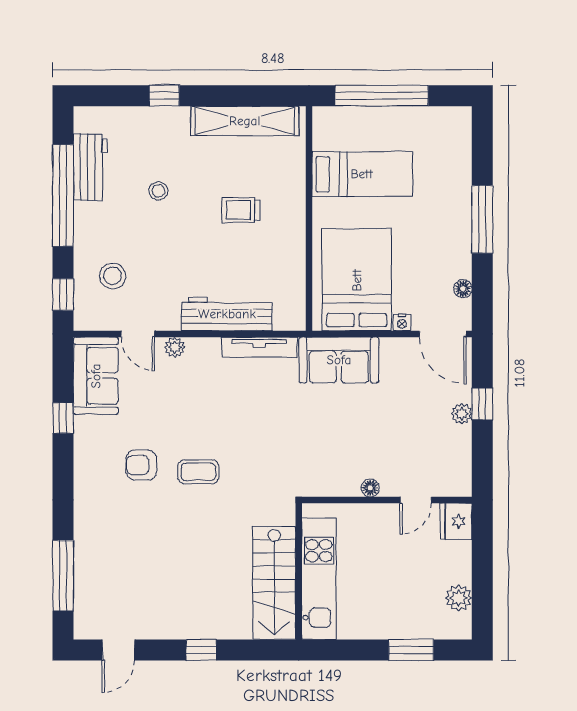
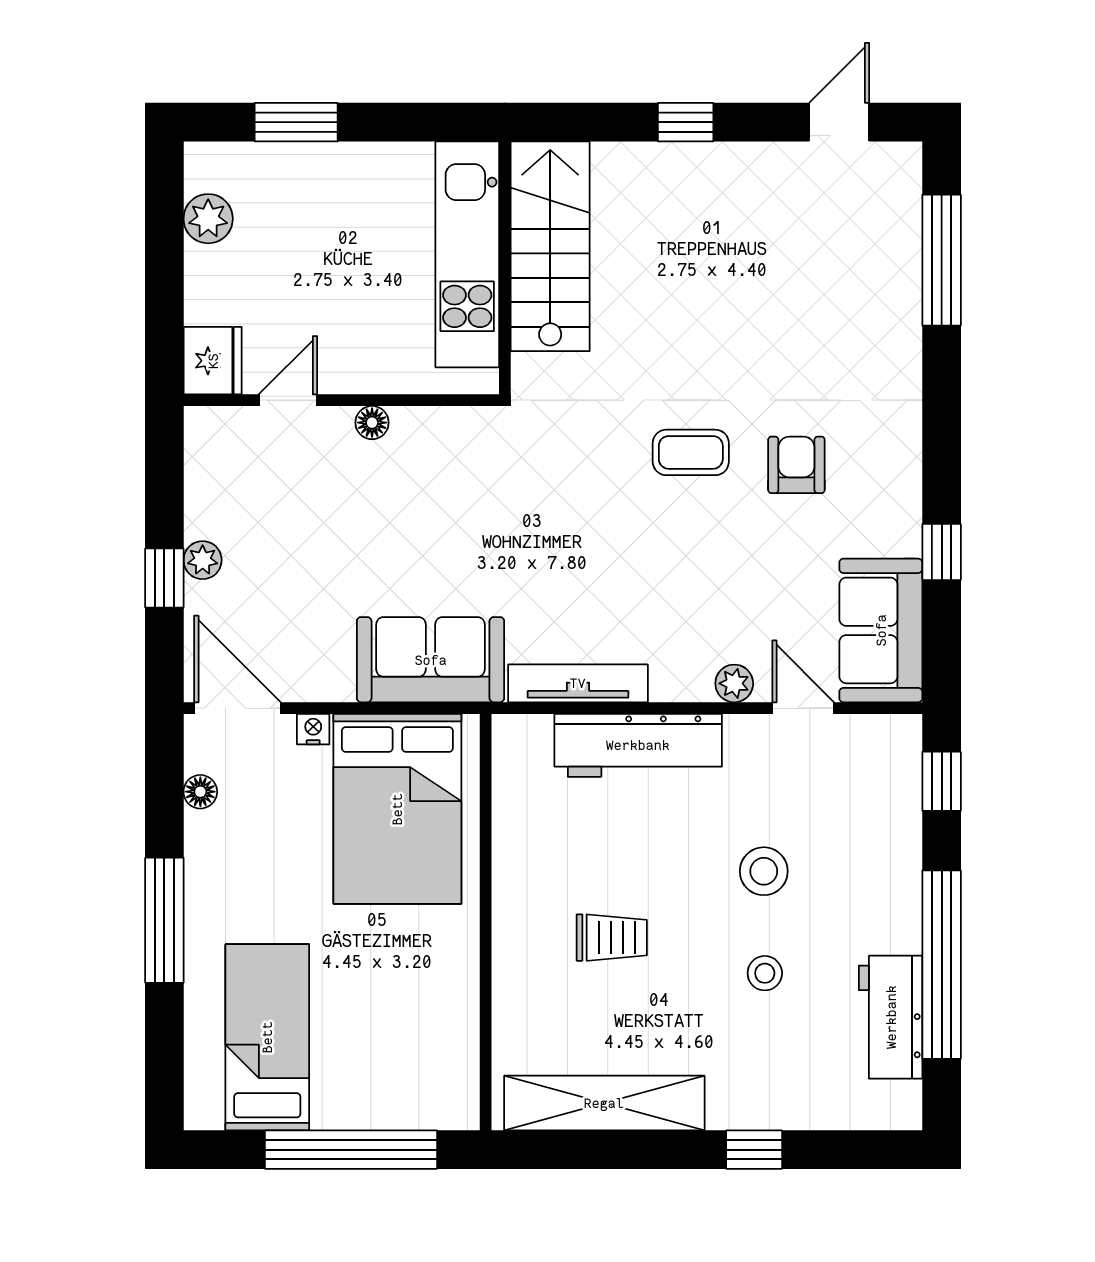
bed: (362, 174) -> (267, 1037), moved, turned 90
stool: (113, 276) -> (764, 871), moved
armchair: (141, 465) -> (796, 465), turned -90

